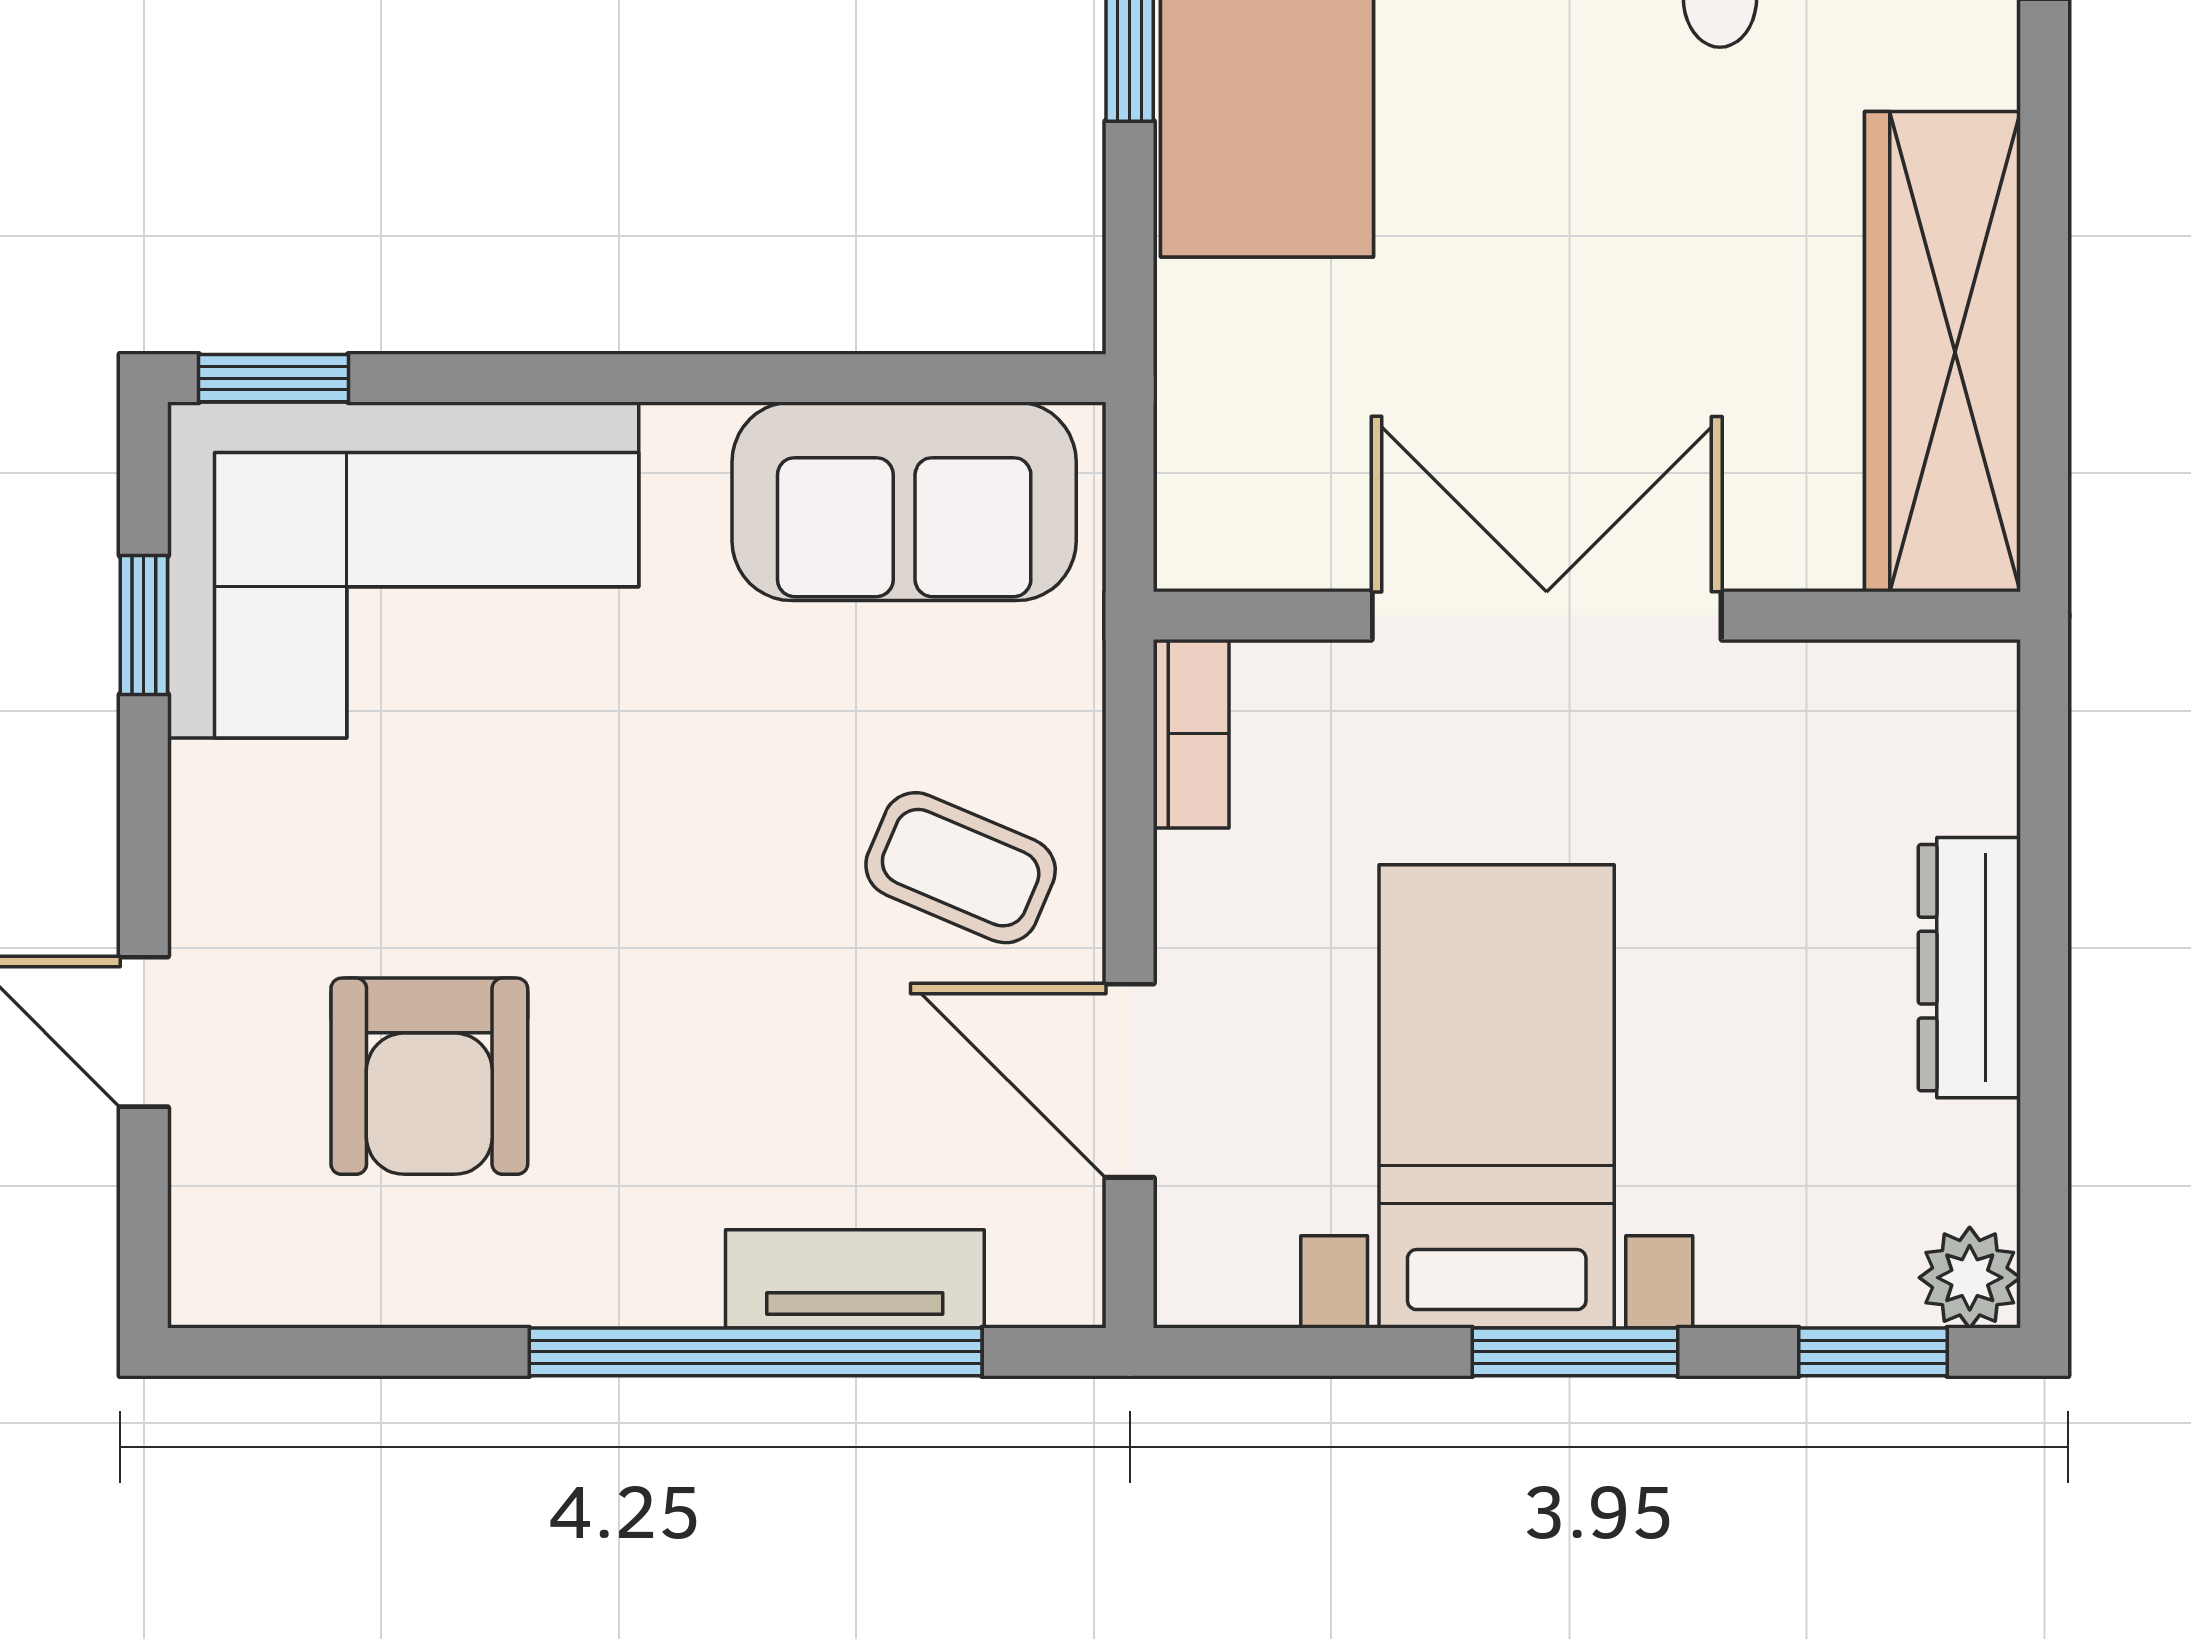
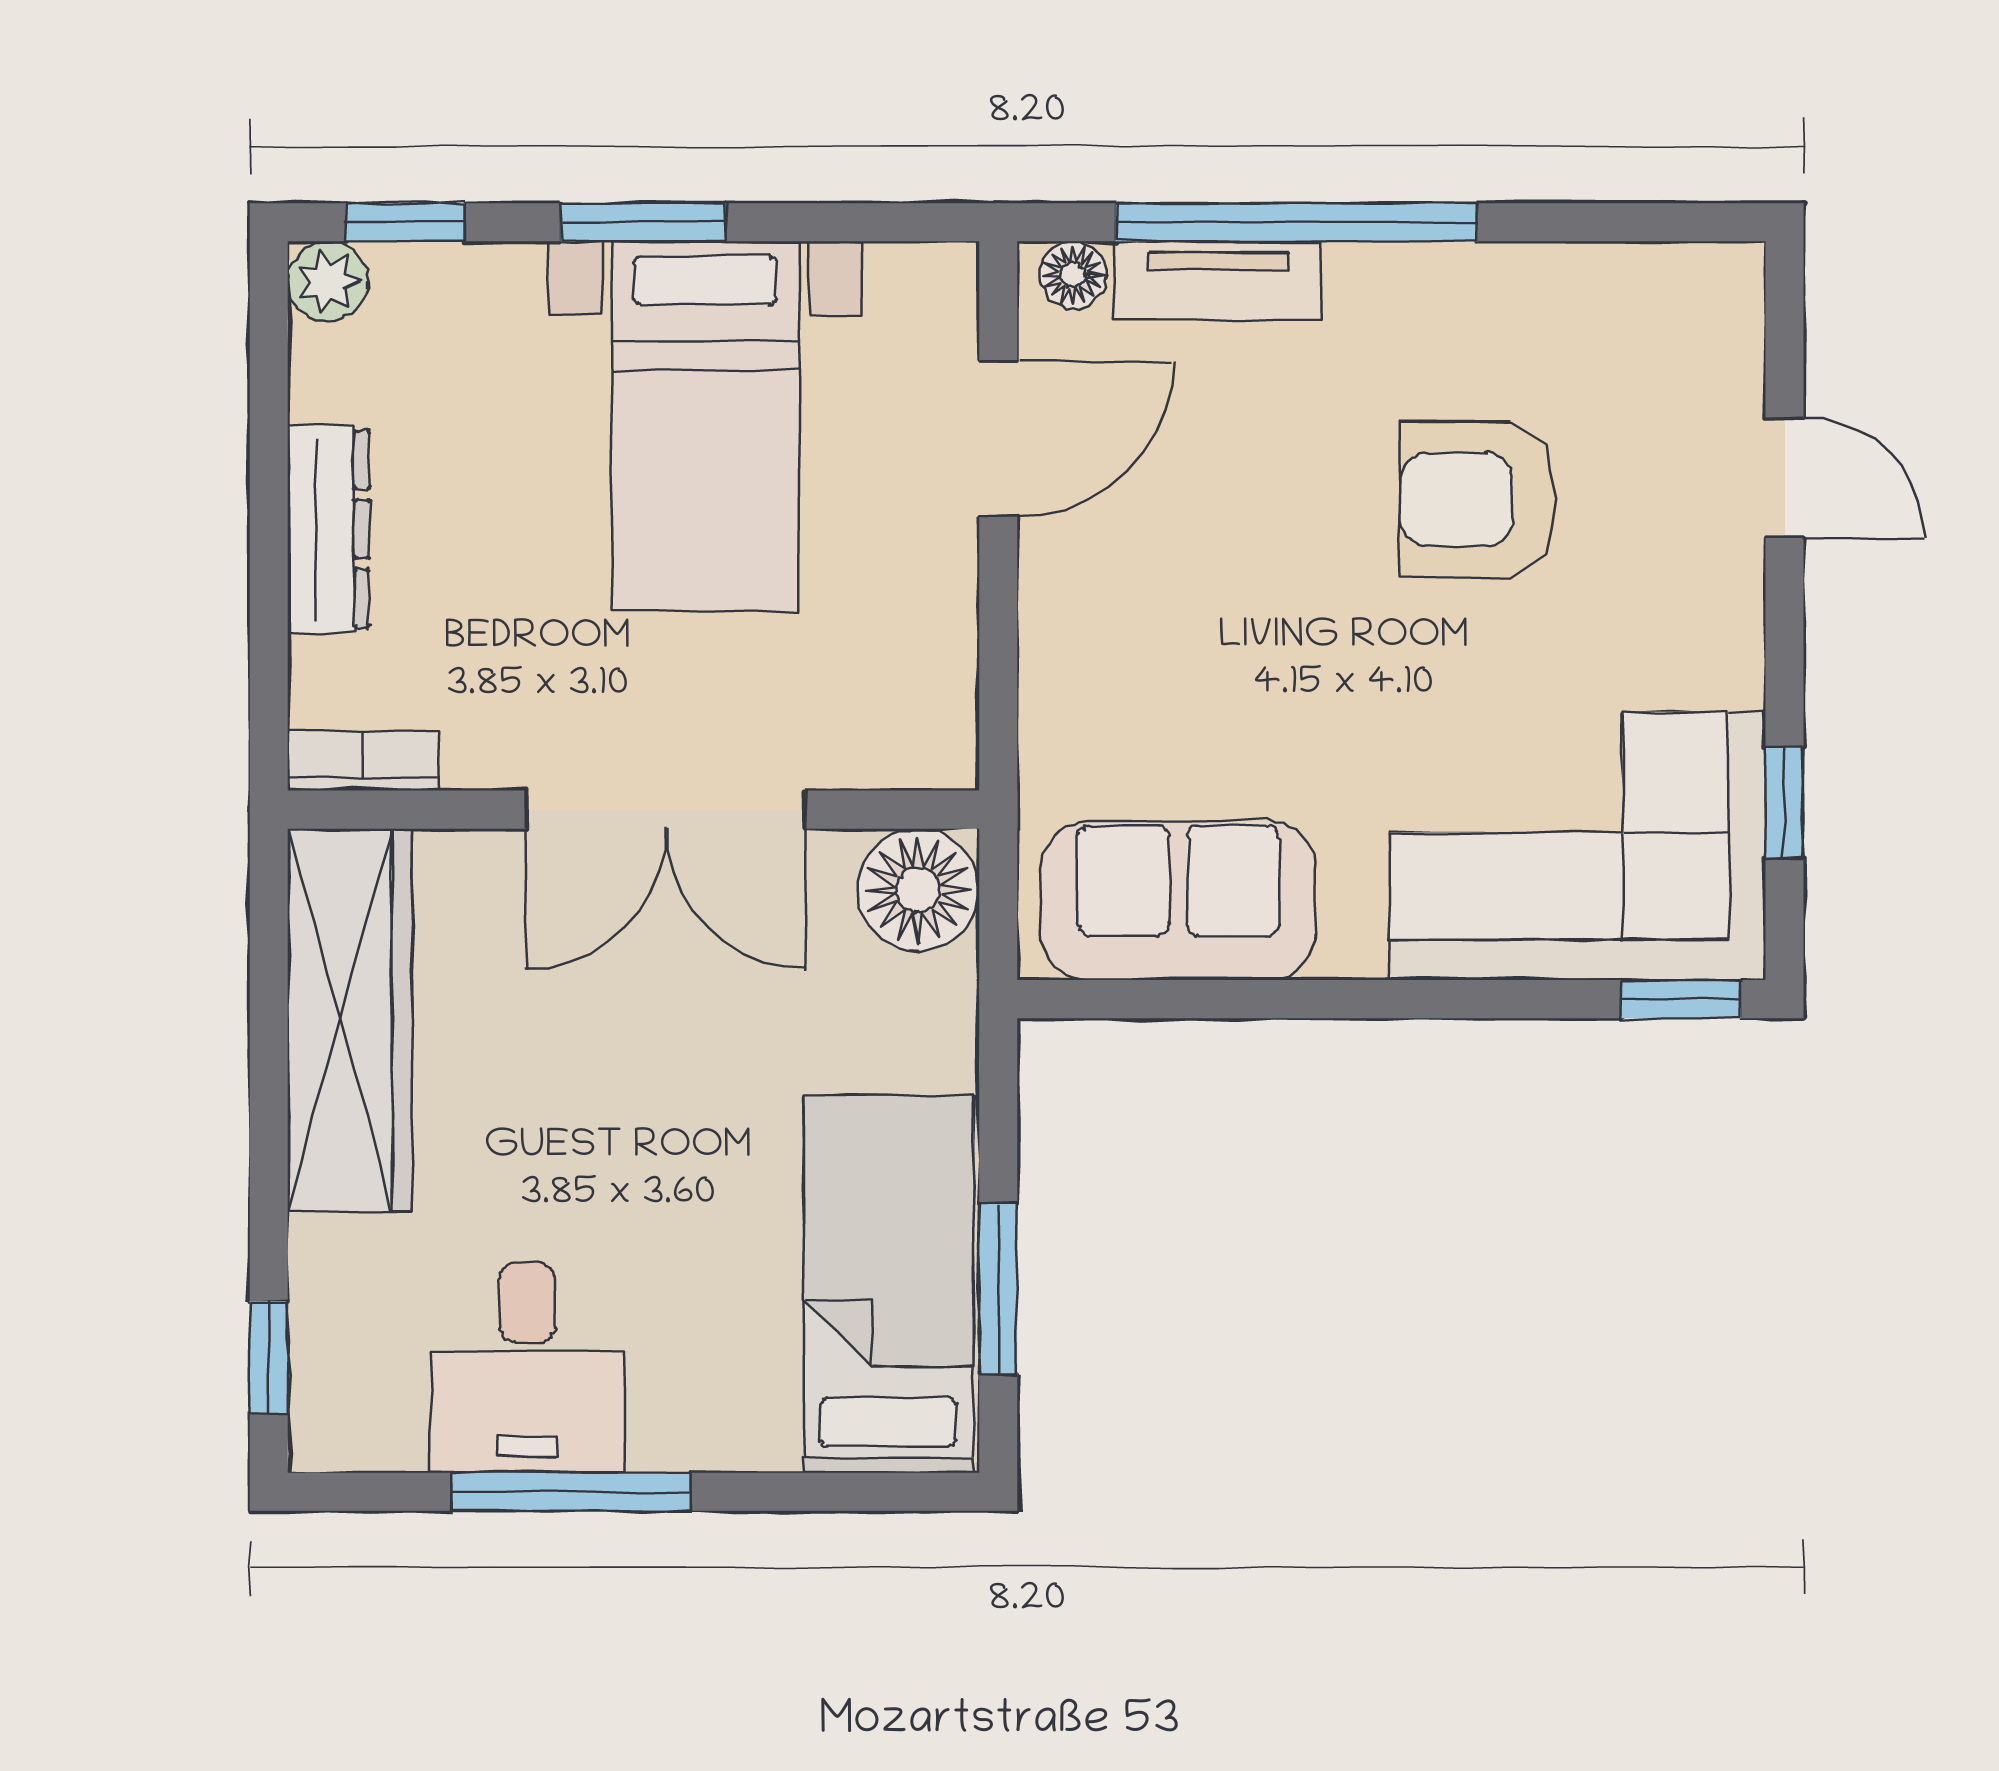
floor lamp: (1230, 515) -> (918, 890), added
bookcase: (1191, 734) -> (363, 761), moved, turned 90
coffee table: (961, 868) -> (1133, 609), removed
armchair: (429, 1076) -> (1478, 499), moved, turned -90
door: (1130, 1081) -> (998, 439), hinge flipped
floor lamp: (1036, 1286) -> (1073, 275), added

